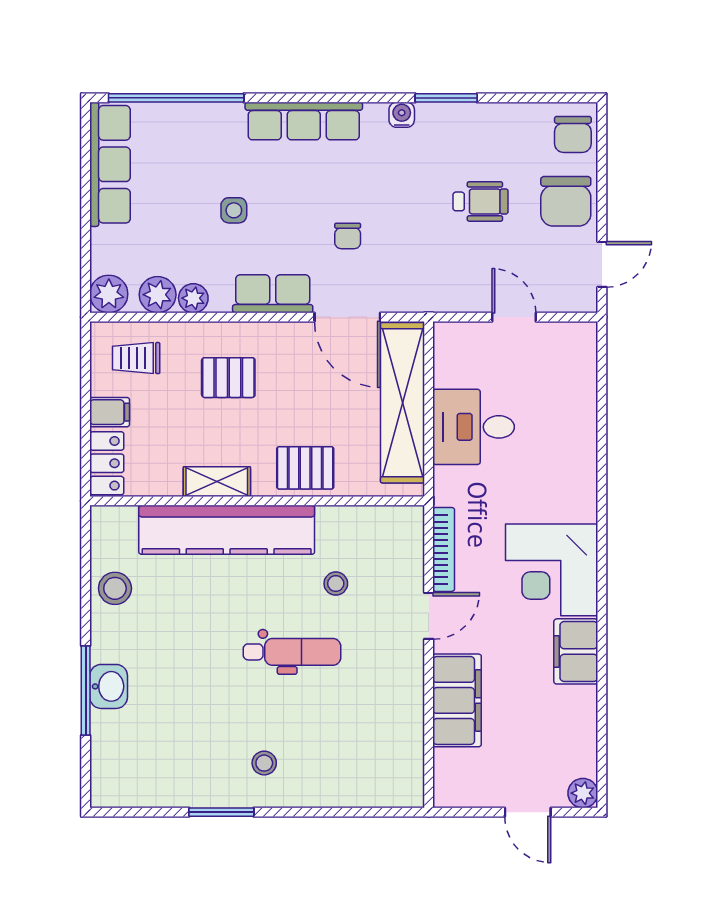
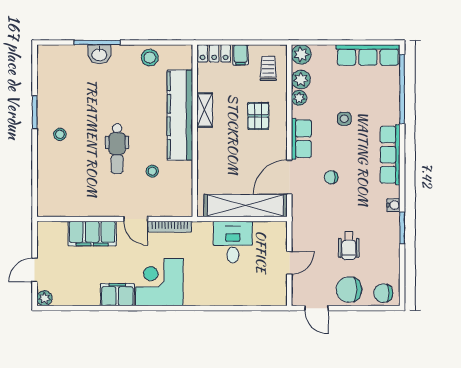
pallet: (305, 468) -> (212, 155), removed

